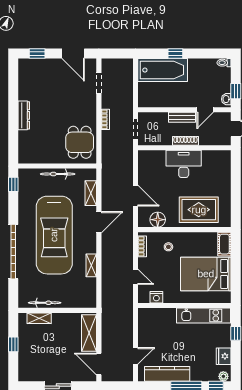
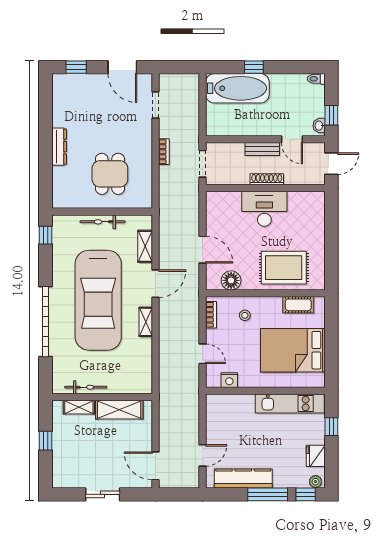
door: (205, 110) -> (292, 139), hinge flipped
dining table: (80, 142) -> (110, 174), moved
cot: (224, 244) -> (298, 305), moved, turned 90
shelving: (91, 265) -> (146, 322), moved
shelving: (89, 333) -> (119, 410), moved, turned 90

